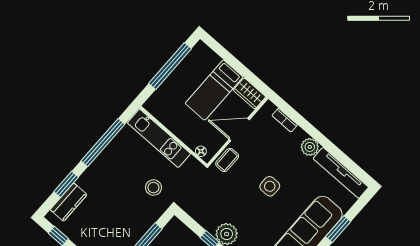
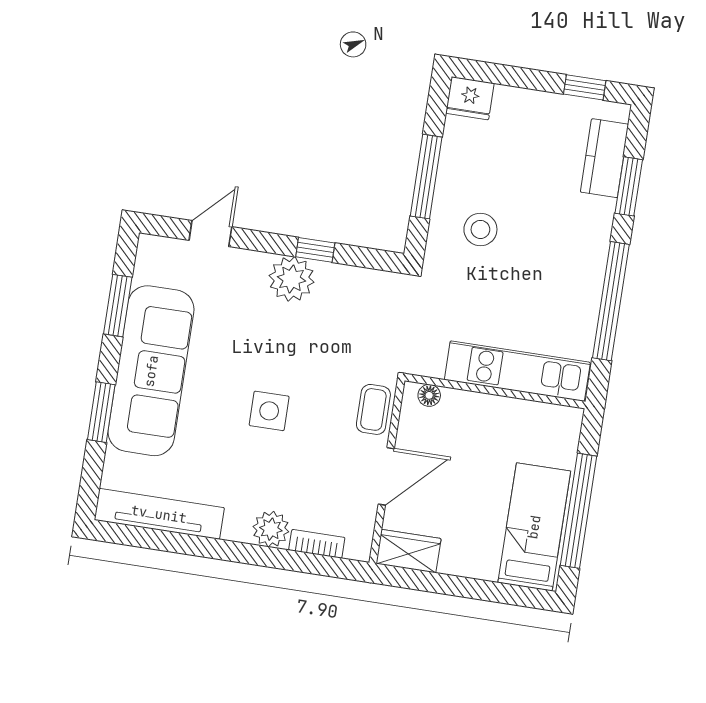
bed: (214, 90) -> (534, 527), moved
plant: (310, 147) -> (271, 529), moved
stool: (153, 188) -> (480, 229), moved

